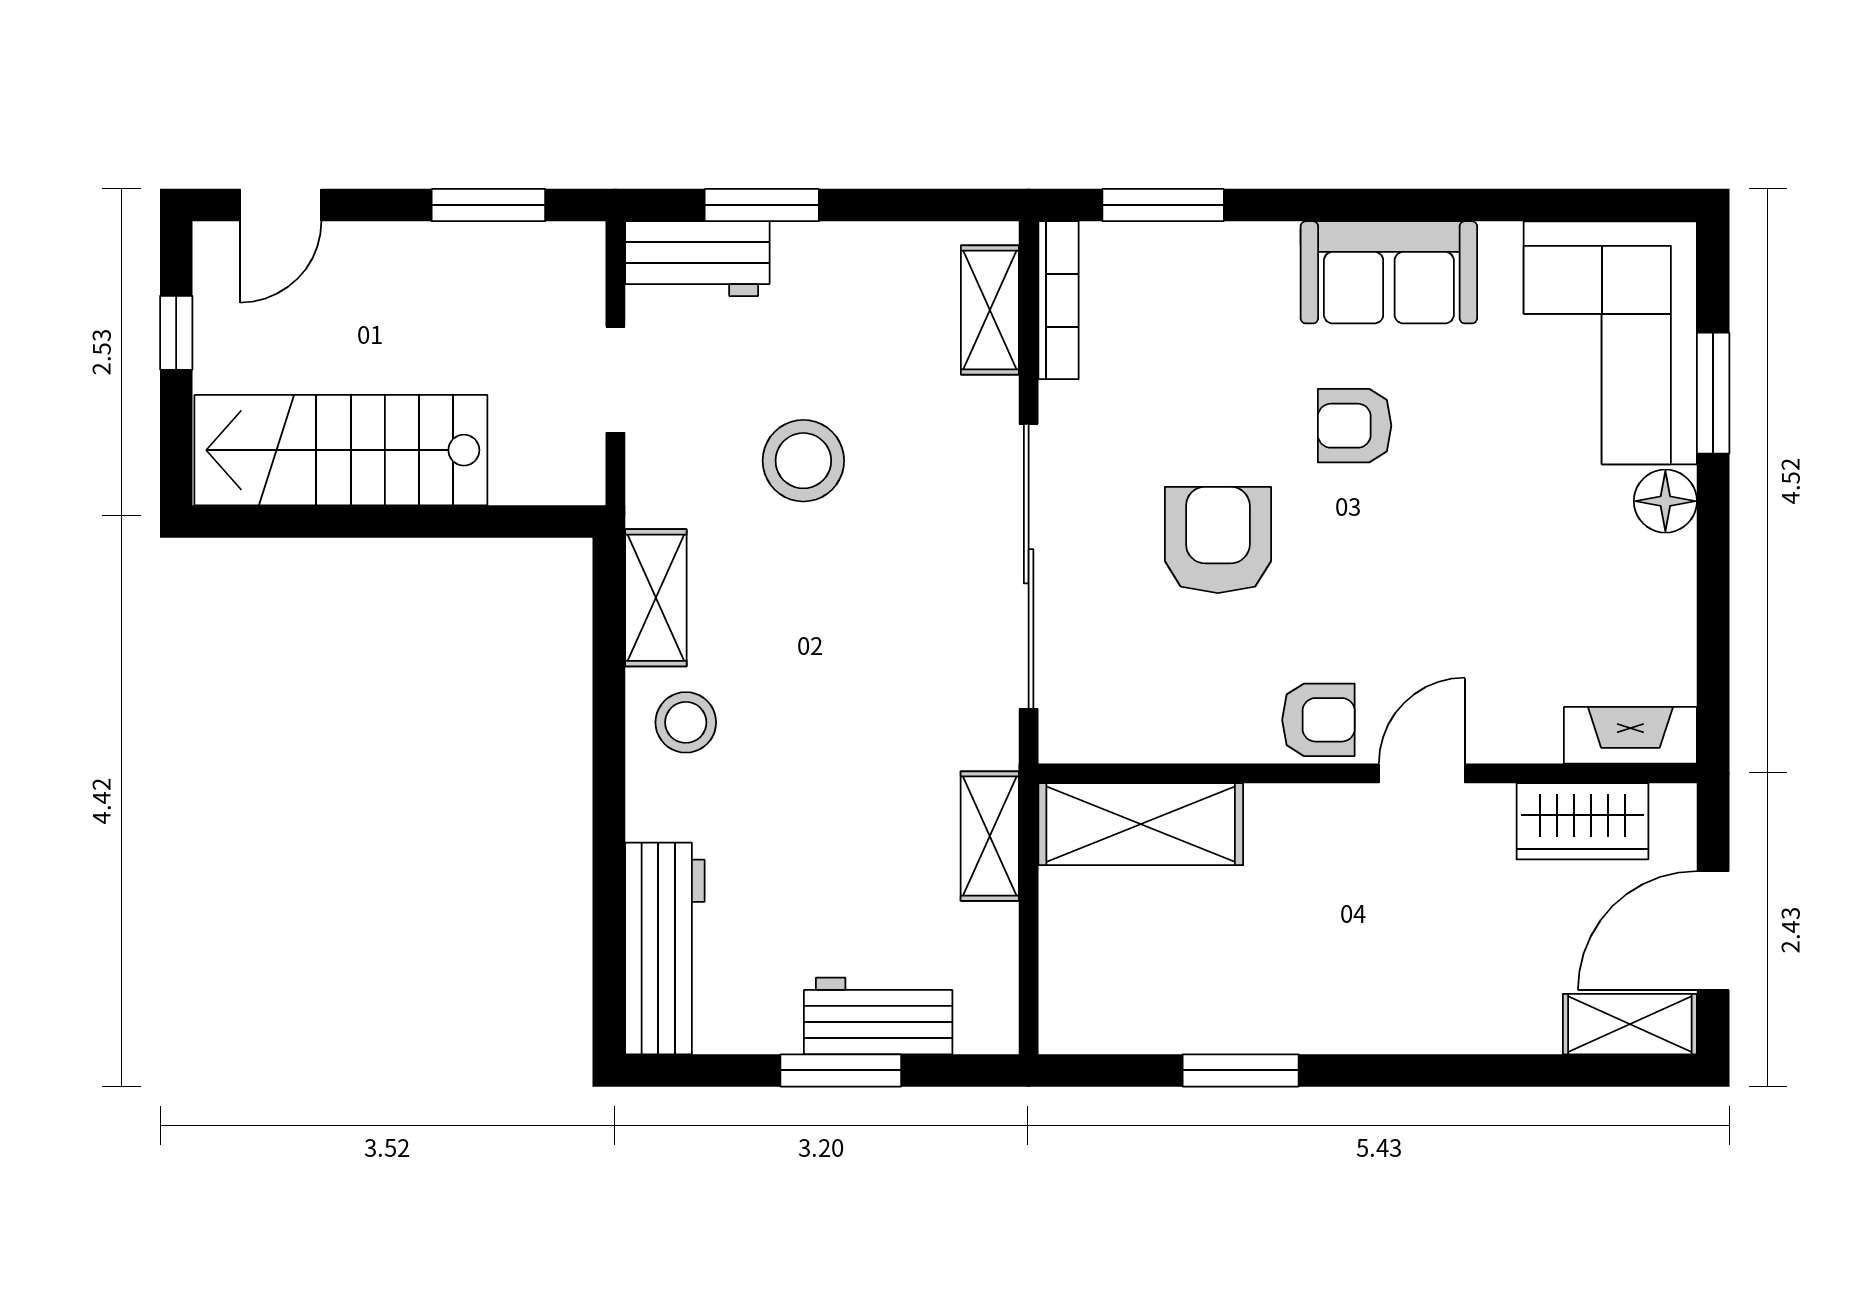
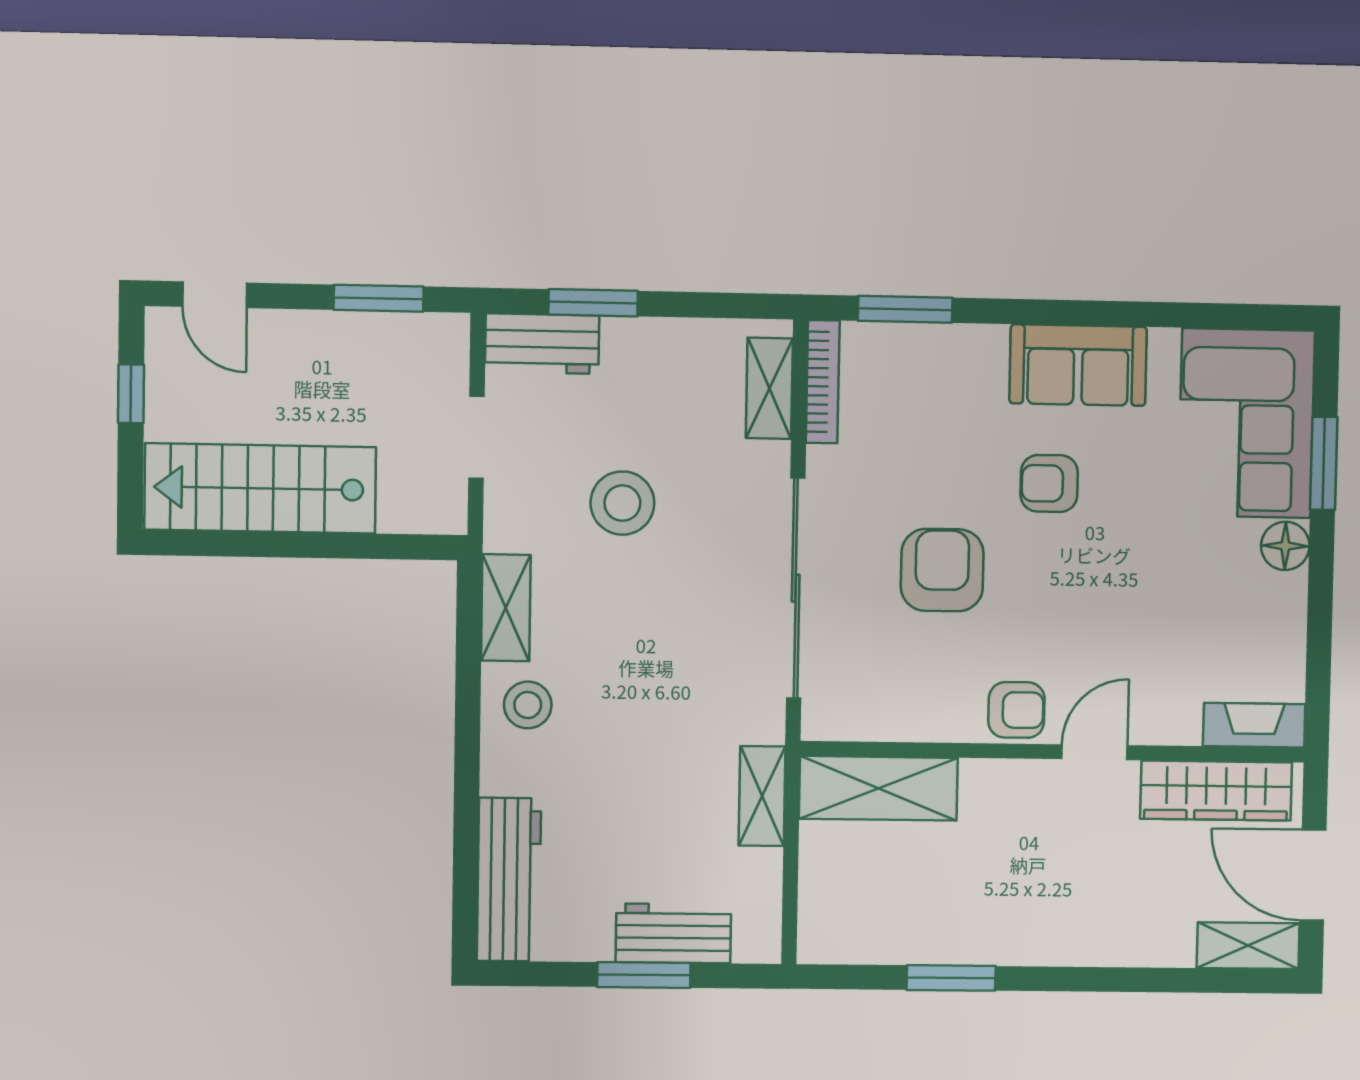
door: (281, 205) -> (215, 295), hinge flipped
wardrobe: (1582, 821) -> (1216, 791), width x1.50
door: (1713, 931) -> (1313, 875), hinge flipped

